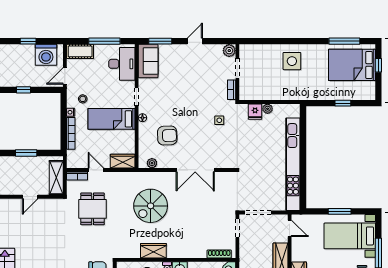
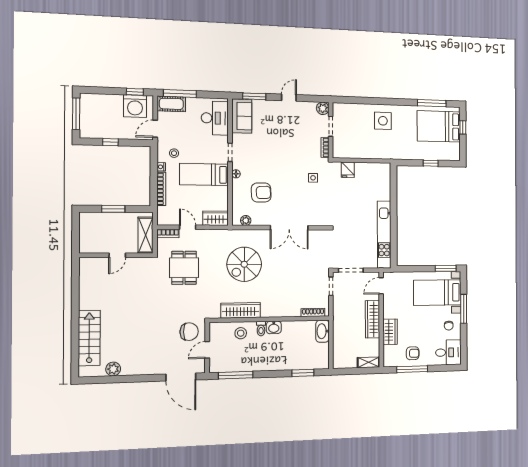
window: (28, 41) -> (135, 92), moved
window: (104, 41) -> (180, 93), moved
plant: (268, 109) -> (360, 167), removed
kitchen unit: (293, 164) -> (384, 235), width x0.73
window: (340, 211) -> (446, 268), moved
door: (290, 228) -> (381, 286), swing flipped
wardrobe: (153, 251) -> (241, 310), width x1.50

